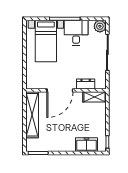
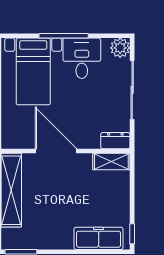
dresser: (86, 84) -> (115, 141), moved
door: (60, 90) -> (56, 151), swing flipped
freezer: (86, 145) -> (99, 238), width x1.40

